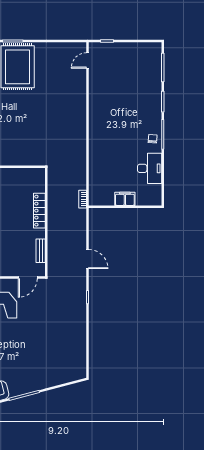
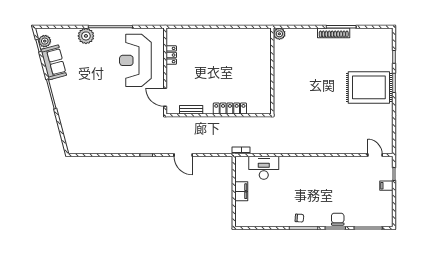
filing cabinet: (119, 49) -> (386, 186), added
chair: (154, 99) -> (338, 219), added
desk: (150, 168) -> (264, 168), moved, turned 180
door: (87, 259) -> (183, 155), hinge flipped

